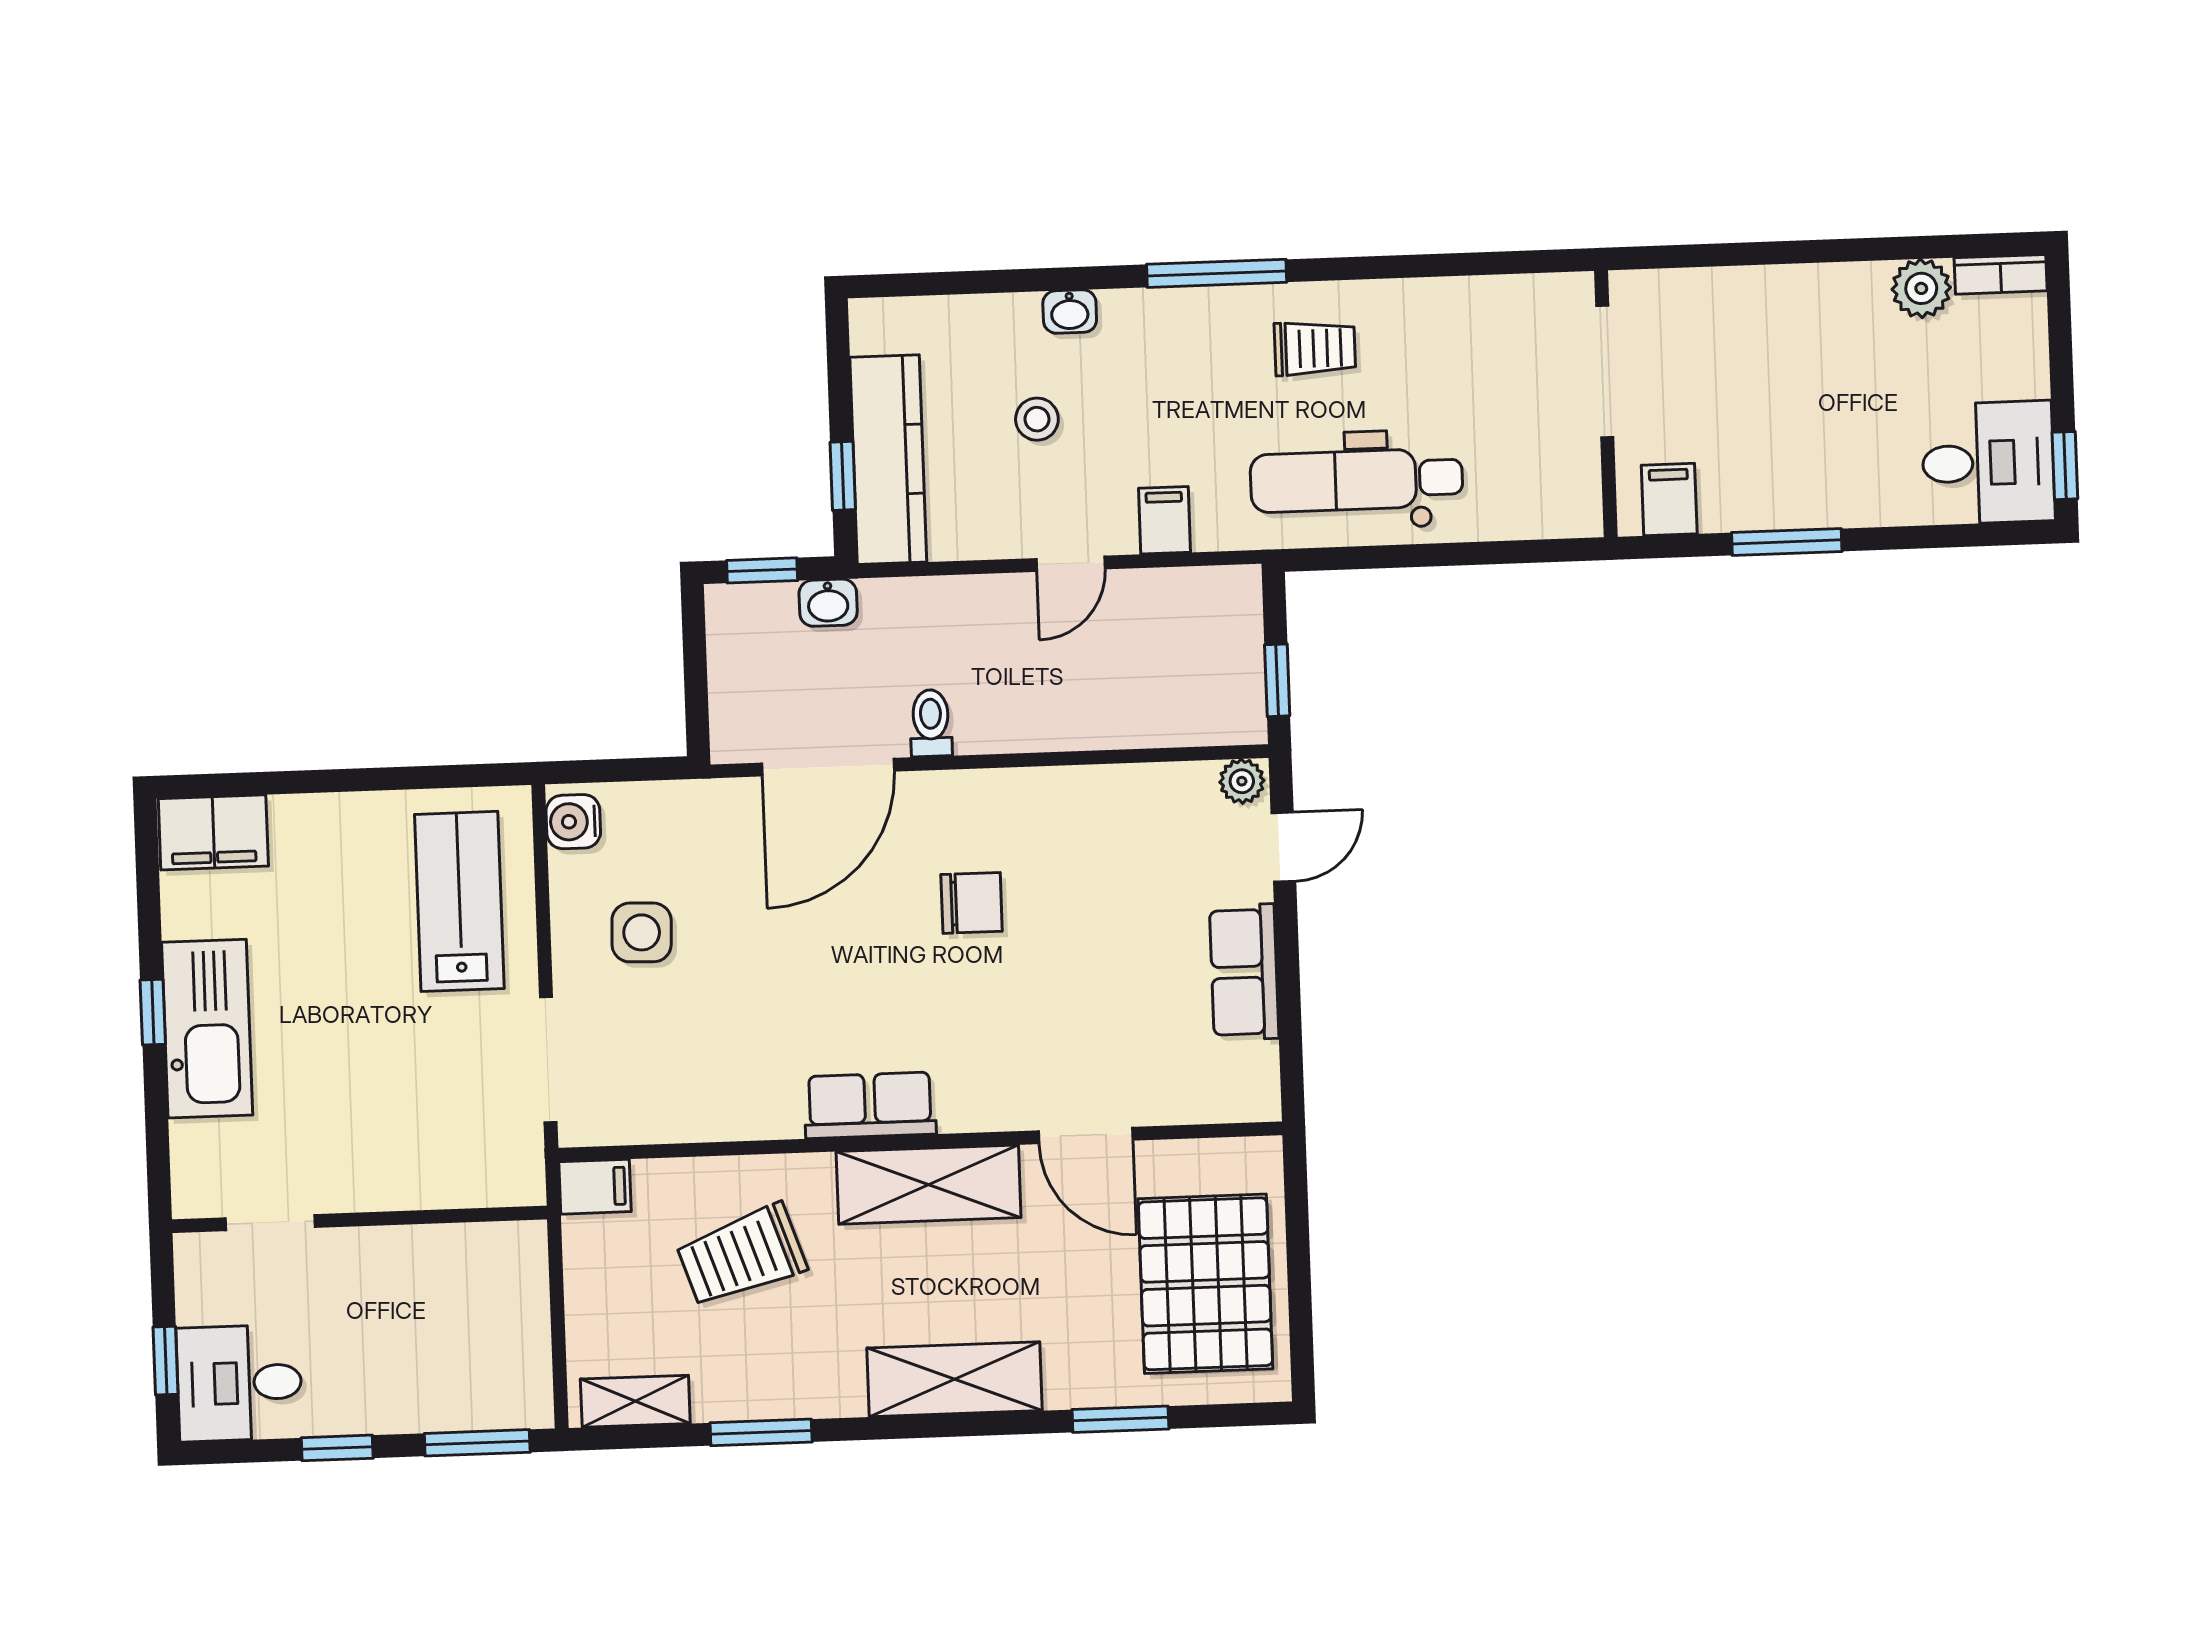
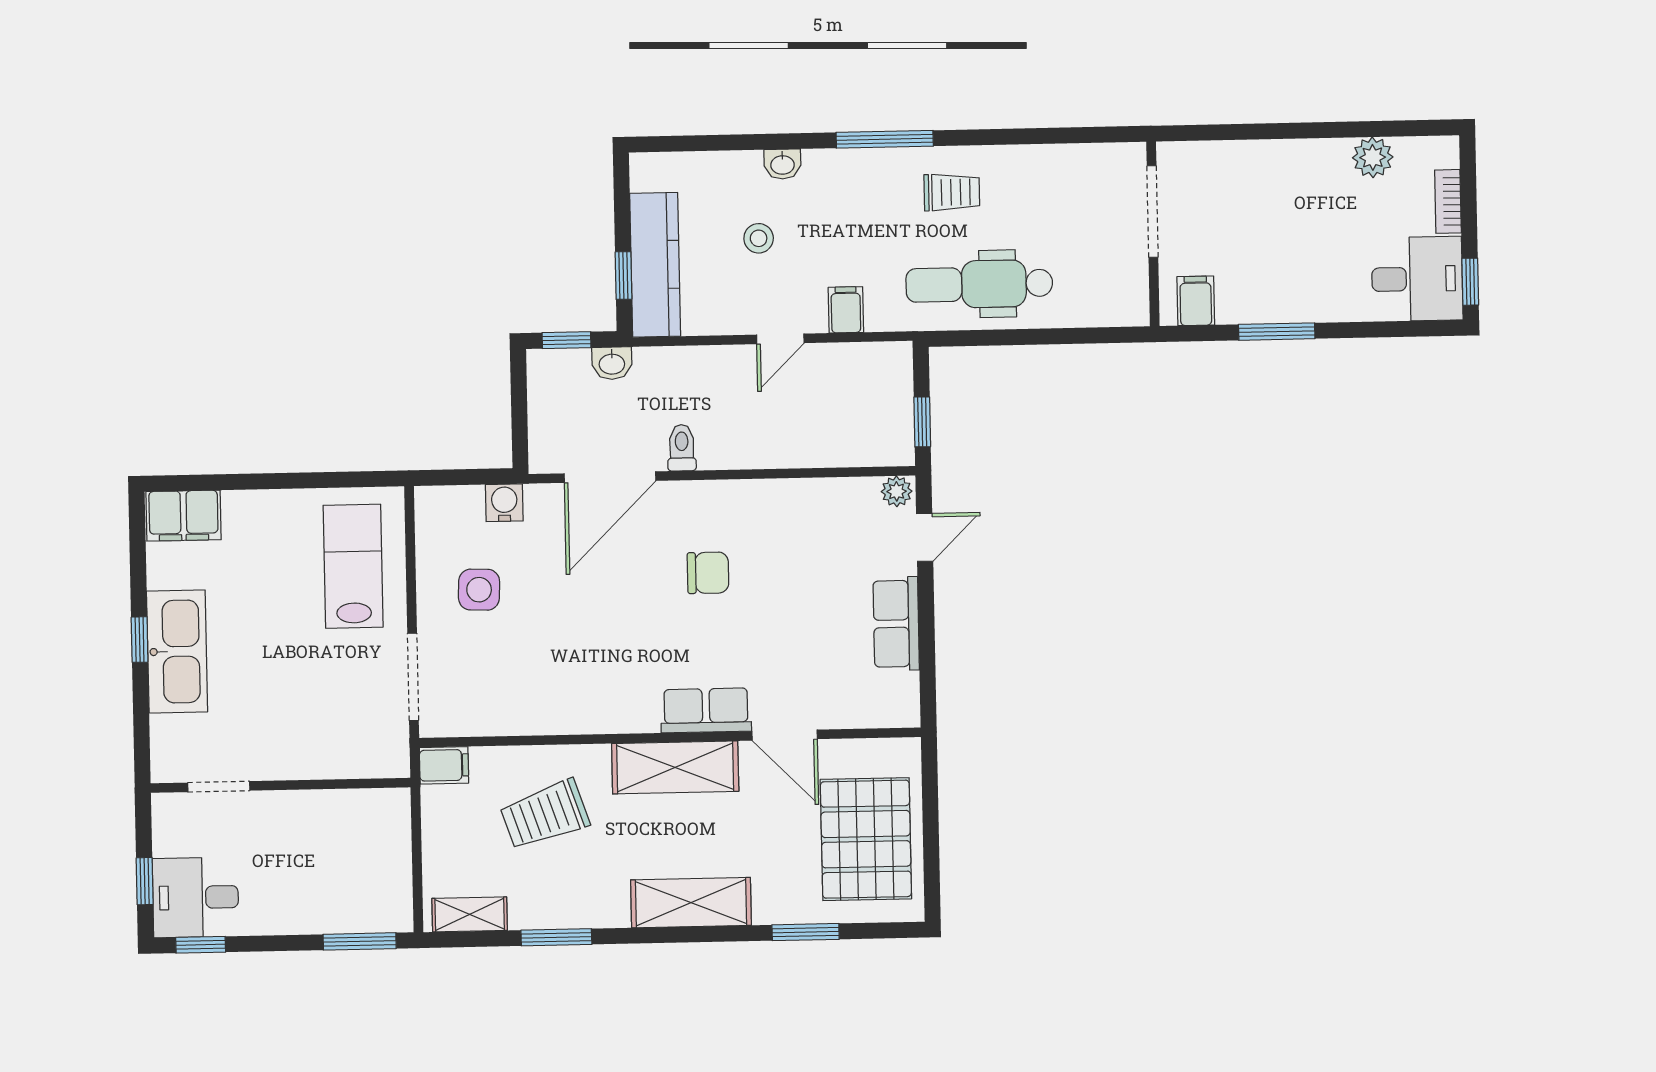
bookcase: (2001, 274) -> (1448, 201), moved, turned 90
water cooler: (573, 822) -> (504, 503), moved, turned 90
row of seats: (870, 1105) -> (706, 710), moved
window: (337, 1448) -> (201, 945), moved

